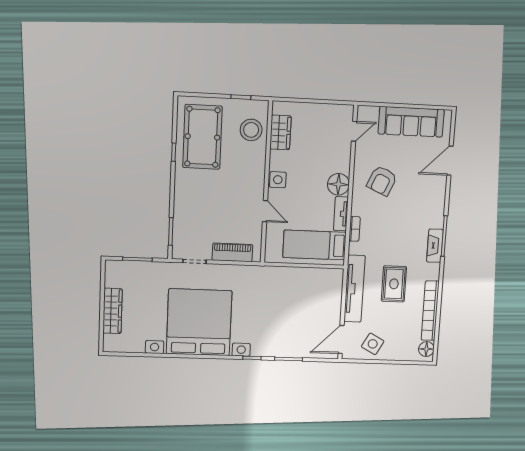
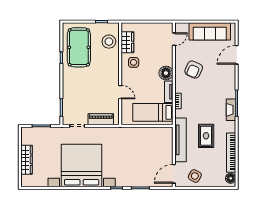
side table: (278, 180) -> (134, 62), moved

